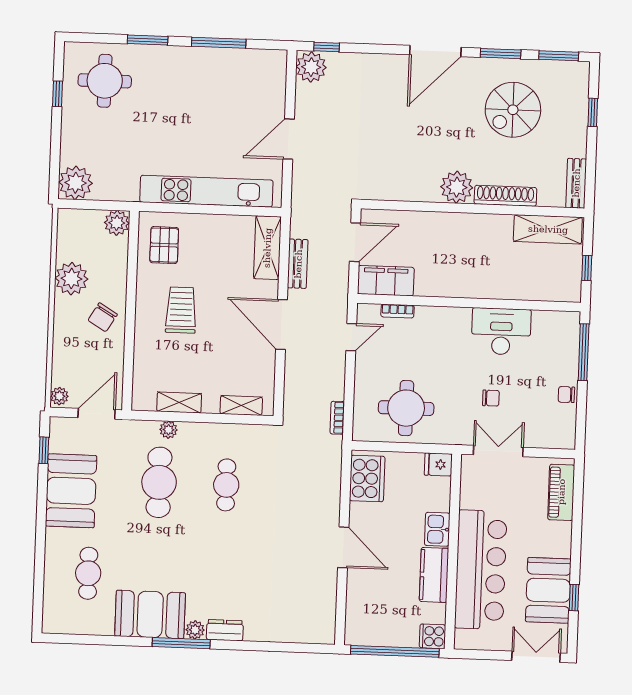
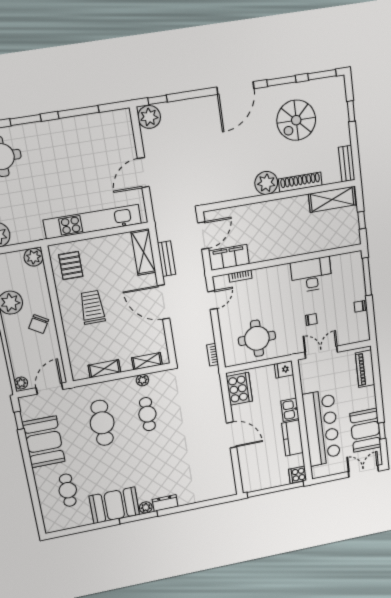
plant: (168, 430) -> (142, 380), moved

